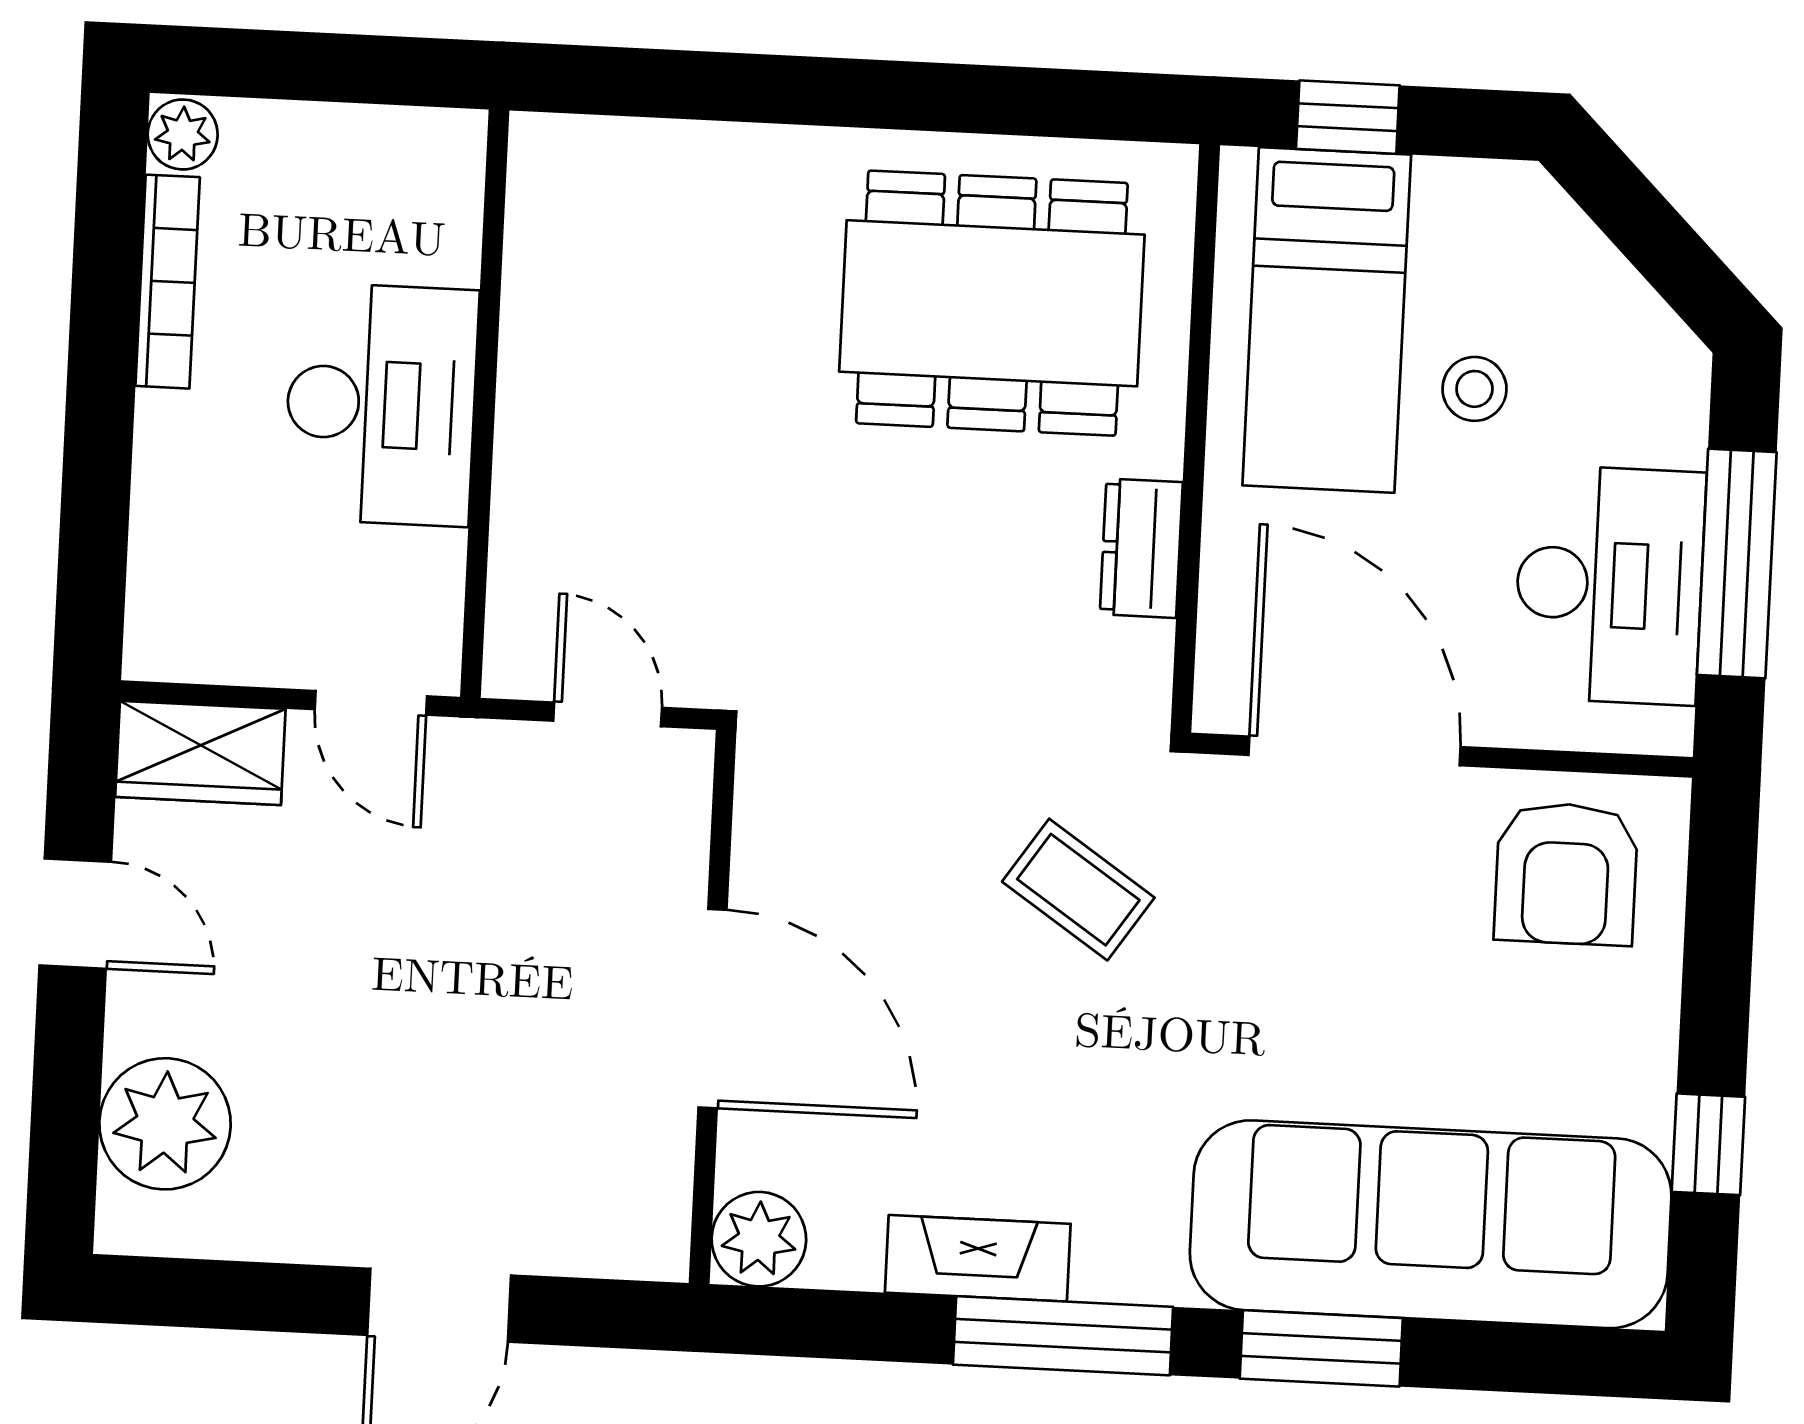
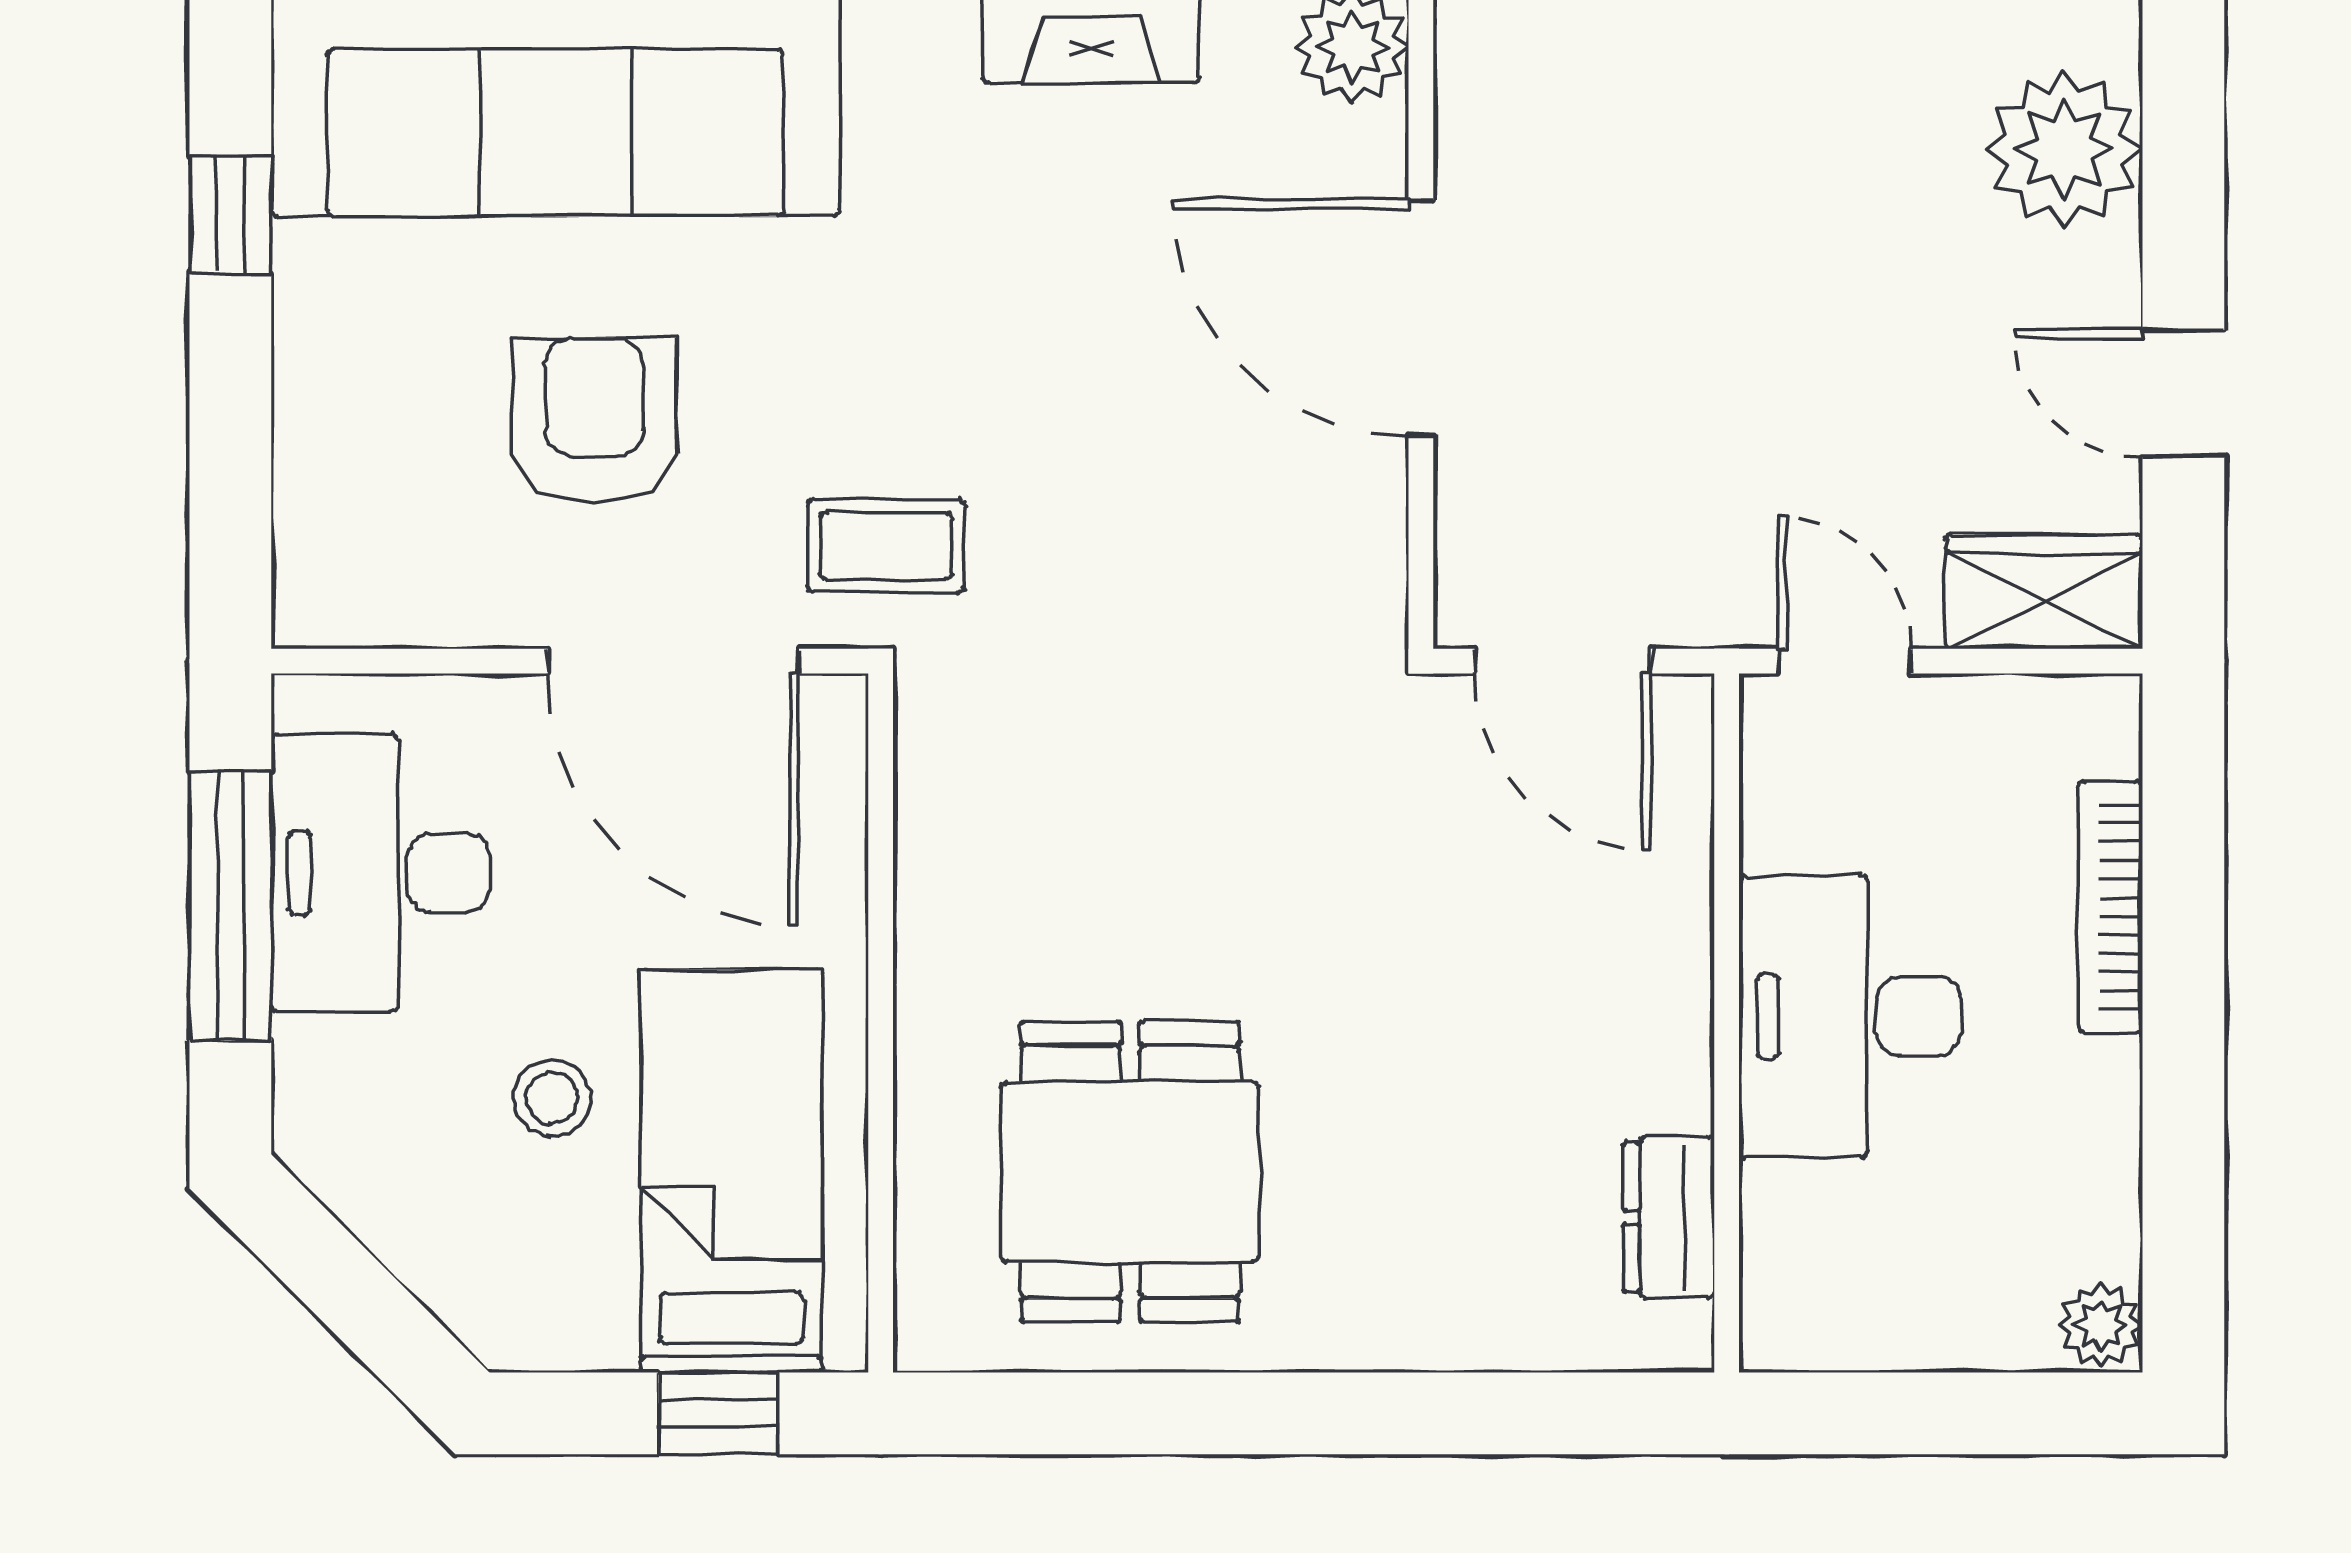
bookcase: (168, 282) -> (2110, 907), moved
dining table: (992, 303) -> (1130, 1172), width x0.73
dresser: (1141, 548) -> (1669, 1217), moved, turned 180
door: (608, 714) -> (1563, 661), width x1.38
armchair: (1566, 874) -> (594, 421), moved
coffee table: (1078, 890) -> (886, 546), moved, turned -34

